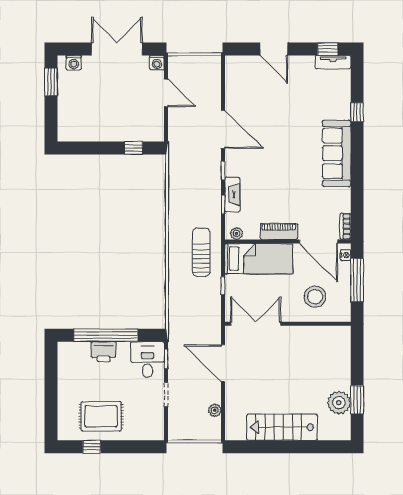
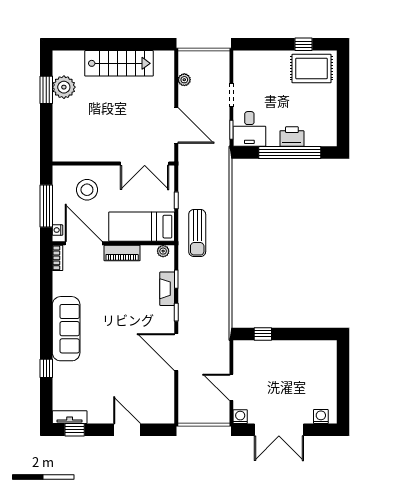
window: (51, 82) -> (343, 398), removed
rug: (101, 416) -> (311, 68), moved

